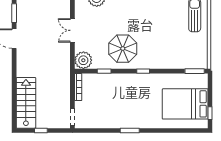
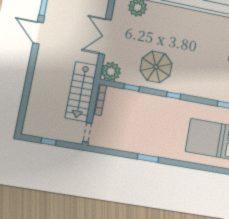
double door: (72, 30) -> (105, 37), width x1.37
stairs: (26, 103) -> (81, 92), moved, turned 180

